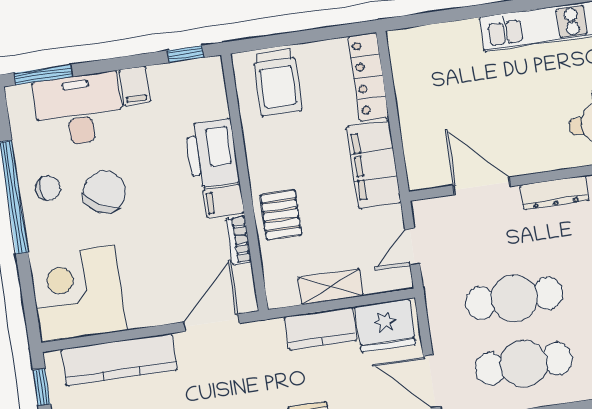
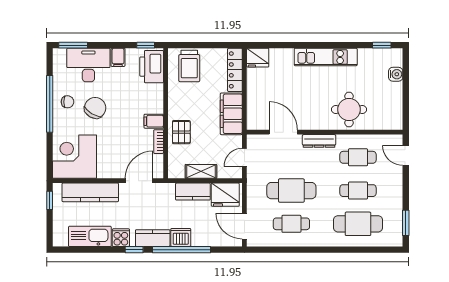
fridge: (410, 46) -> (258, 58), added
printer: (212, 153) -> (152, 67), moved
cafe table: (524, 364) -> (291, 224), width x0.73, depth x0.74

